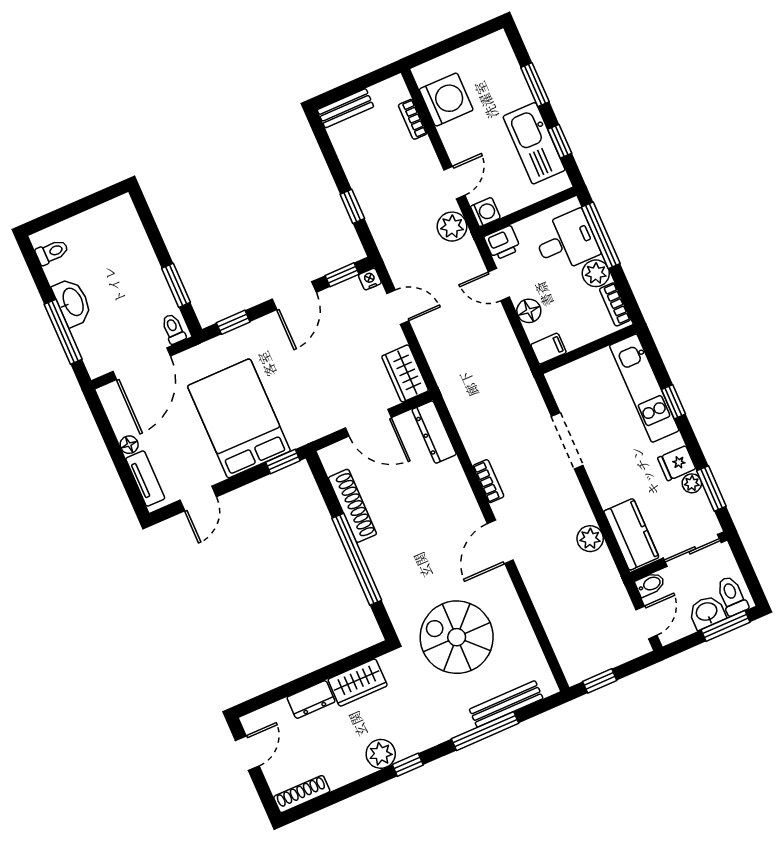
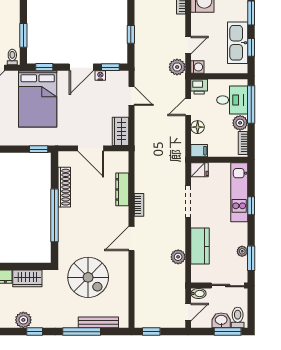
nightstand: (370, 279) -> (100, 75), moved
door: (499, 285) -> (188, 107), hinge flipped
bed: (239, 418) -> (38, 99), moved, turned 180
dresser: (434, 432) -> (122, 189), moved
fridge: (677, 463) -> (200, 170), moved, turned 180
kitchen counter: (631, 534) -> (200, 246), moved
spiral stairs: (457, 637) -> (88, 277), turned 180

